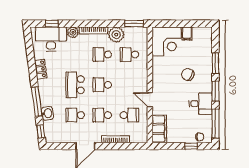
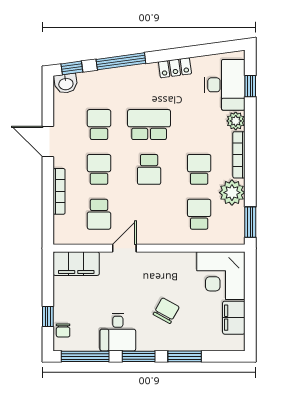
filing cabinet: (187, 33) -> (234, 318), width x2.00
school desk: (102, 85) -> (149, 169), turned 180
washbasin: (47, 113) -> (66, 83), moved

